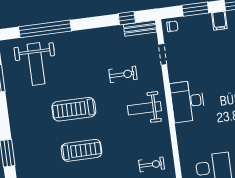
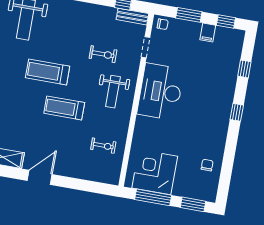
desk: (187, 101) -> (160, 92), width x1.36, depth x1.30
weight bench: (144, 108) -> (113, 92), turned -90
treadmill: (81, 150) -> (64, 108), moved, turned 180

